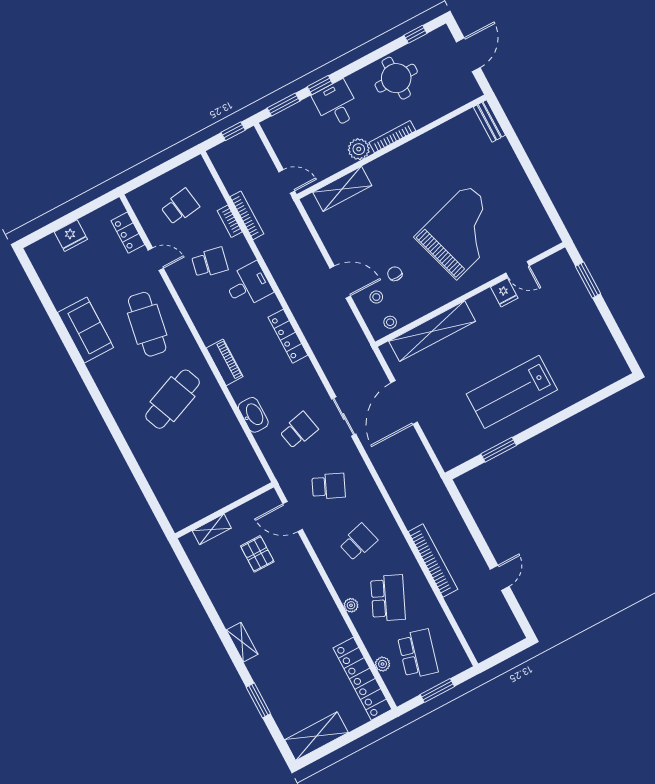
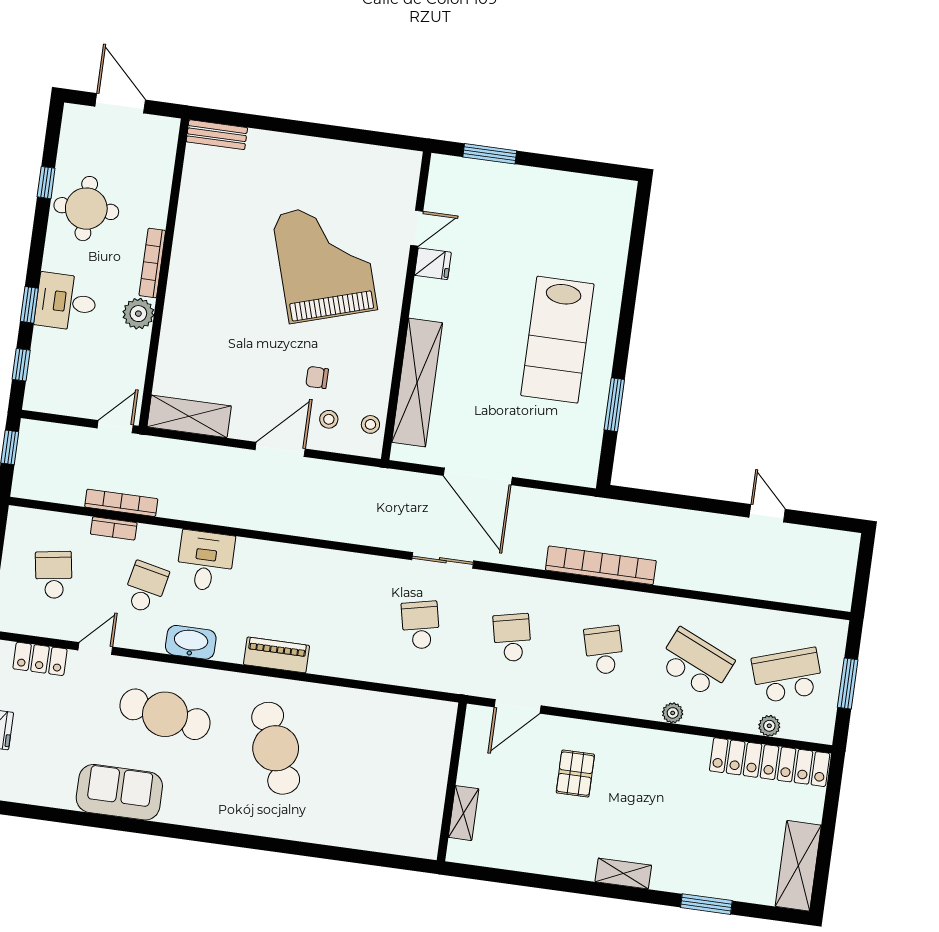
window: (415, 34) -> (46, 183), moved
window: (283, 104) -> (21, 365), width x0.67
shelving: (342, 189) -> (189, 416), moved, turned 90
locker: (288, 336) -> (300, 558), removed
washbasin: (253, 415) -> (191, 642), moved
school desk: (329, 486) -> (512, 638), turned -36
pallet: (257, 554) -> (575, 774), moved, turned 90
bookcase: (433, 560) -> (601, 565), moved
school desk: (418, 654) -> (787, 675), turned -33

